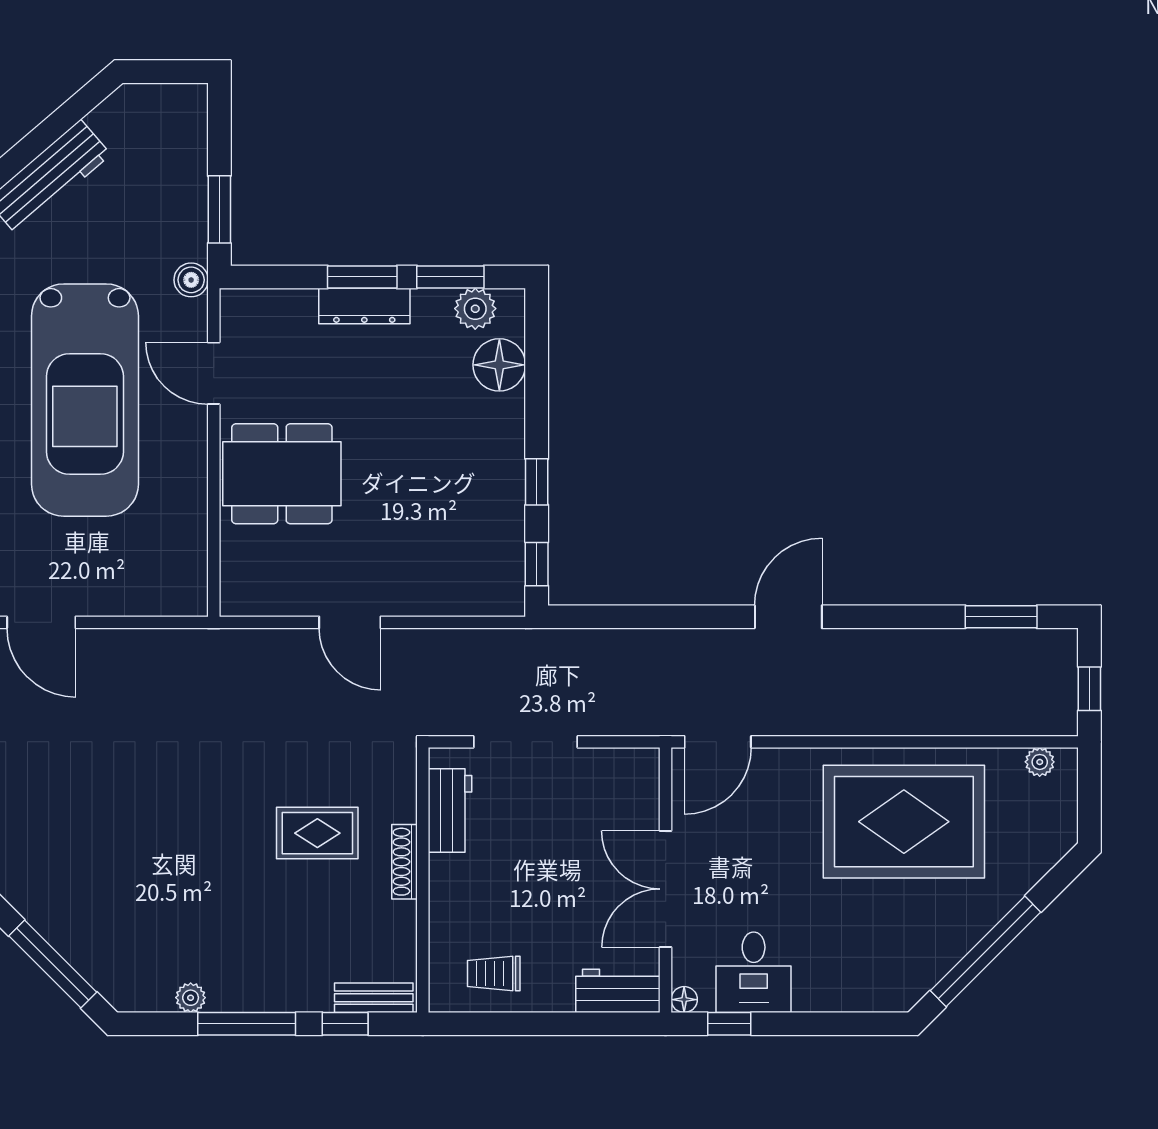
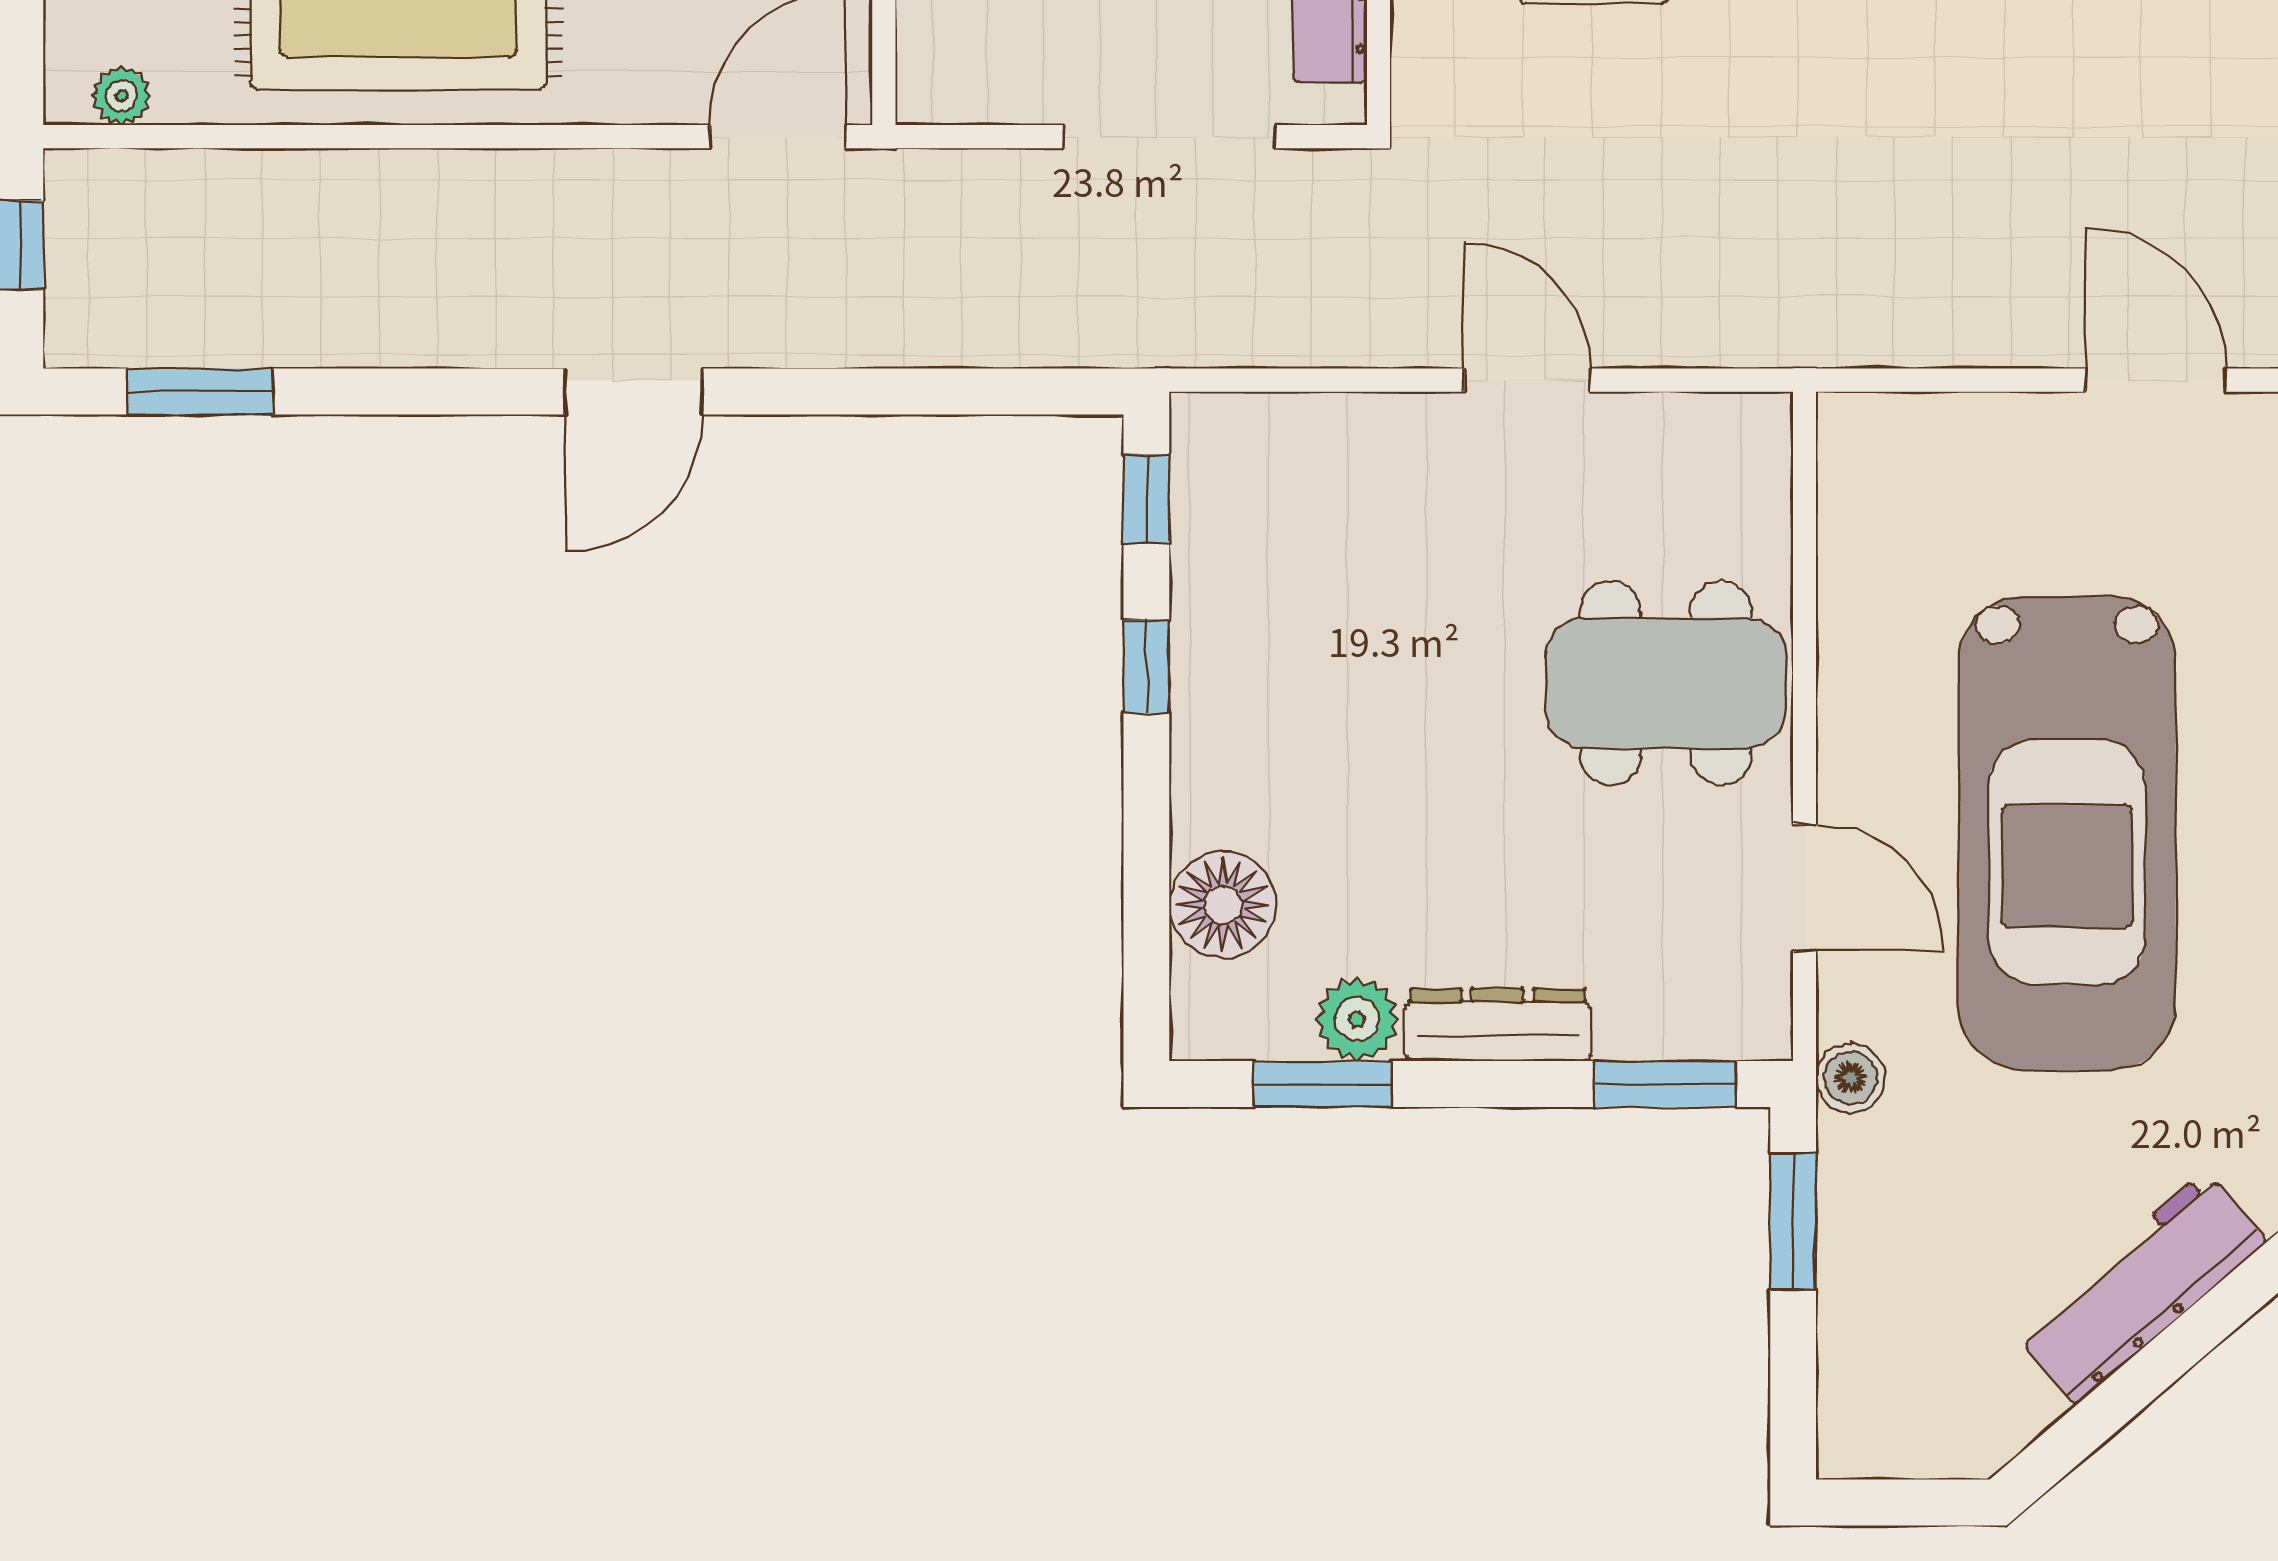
window: (362, 277) -> (1665, 1084), moved
plant: (475, 309) -> (1357, 1019), moved
car: (85, 400) -> (2067, 833), turned 180

